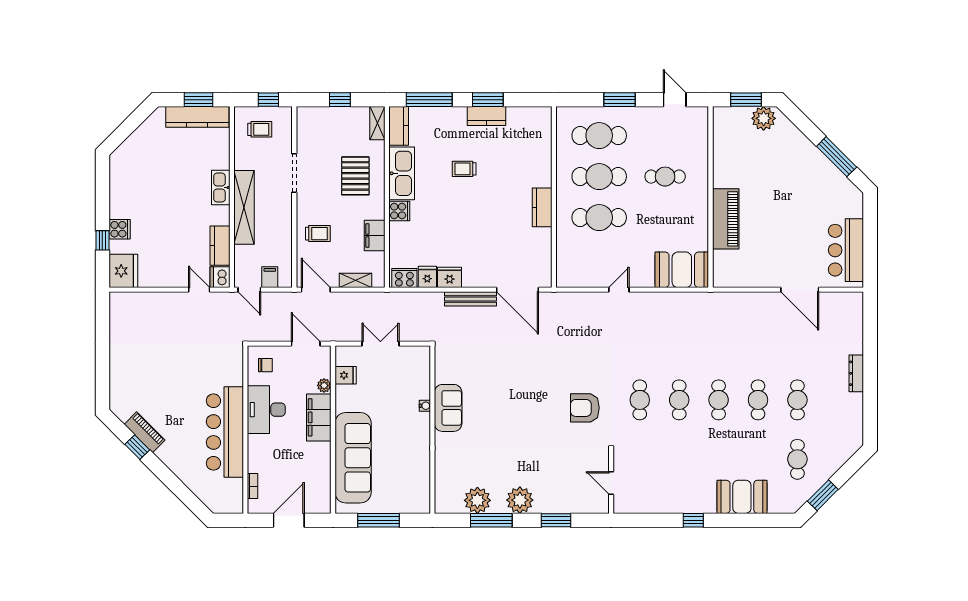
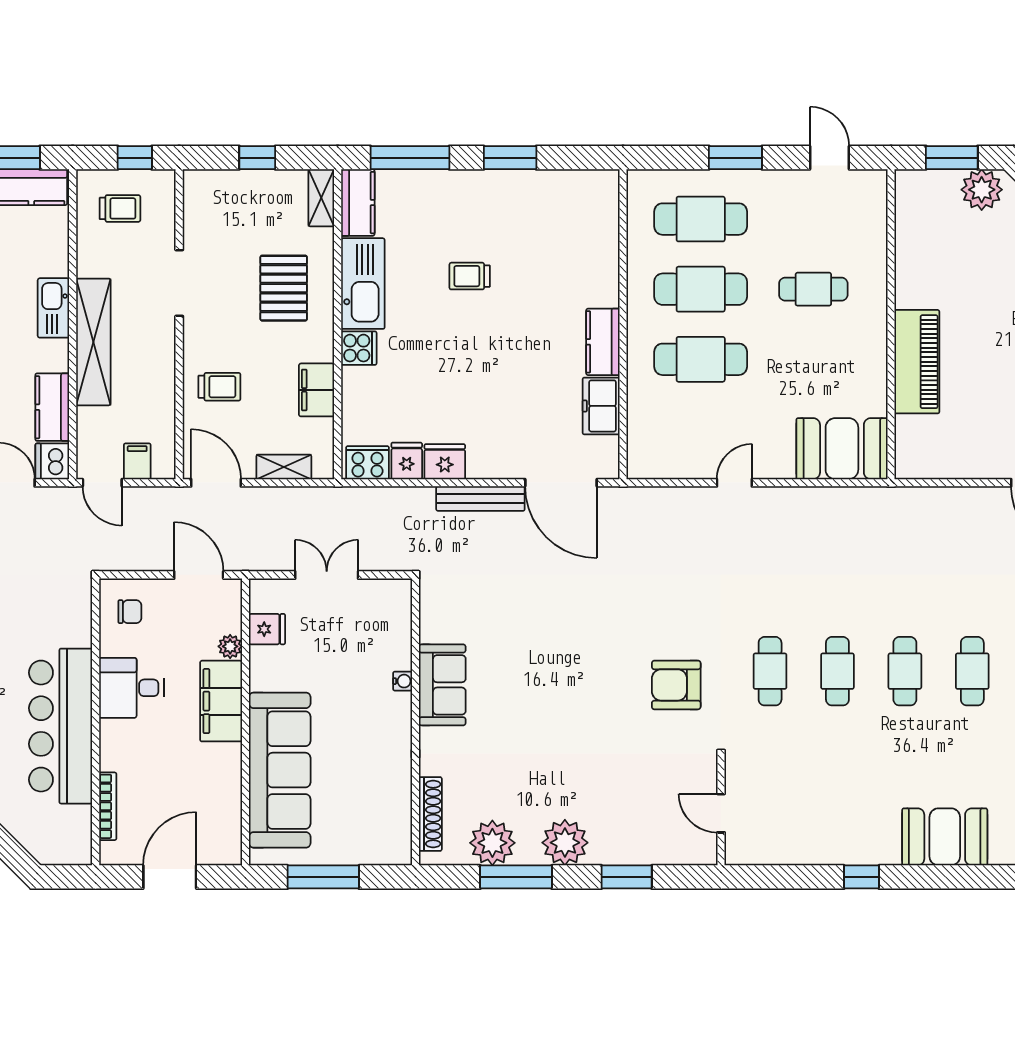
kitchen counter: (487, 116) -> (508, 186), removed
freezer: (541, 245) -> (601, 406), added
desk: (266, 410) -> (131, 688), width x0.73
shoe rack: (441, 483) -> (430, 814), added
bookcase: (252, 486) -> (108, 806), width x1.56

